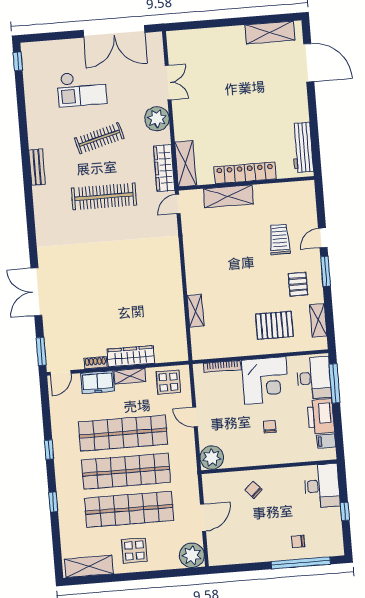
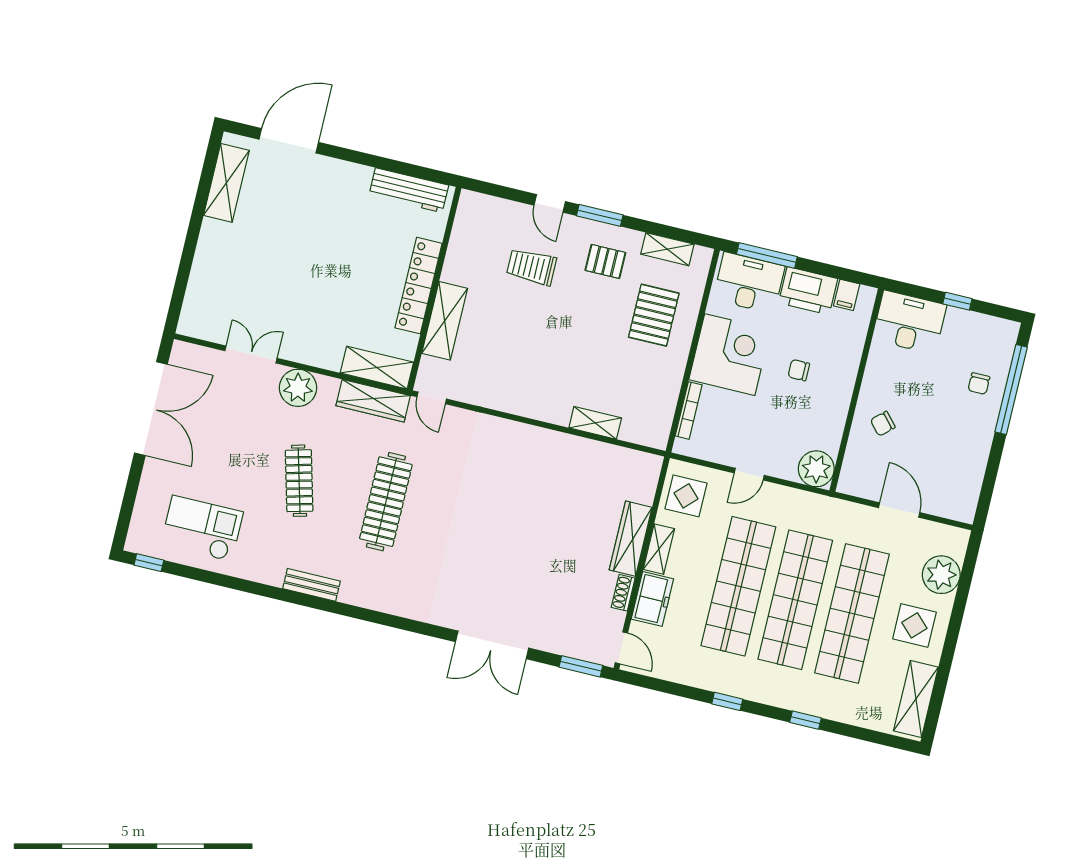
checkout: (82, 89) -> (202, 528), moved, turned -90
plant: (192, 555) -> (941, 575), moved

